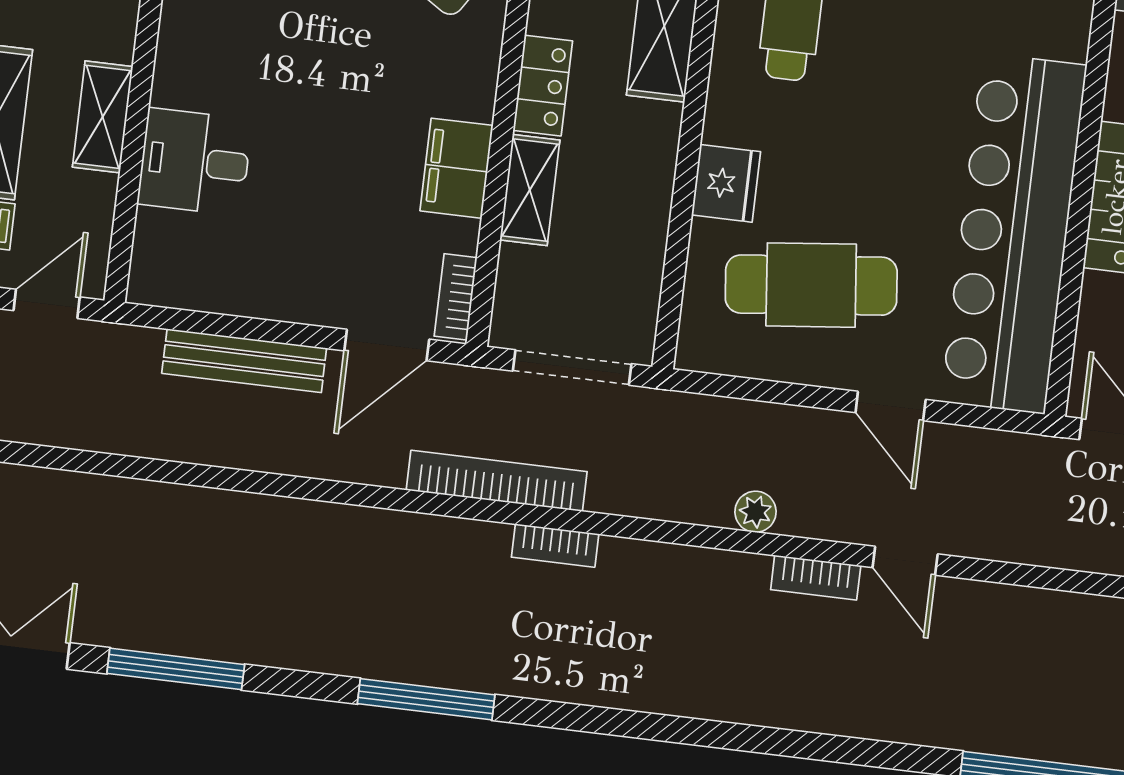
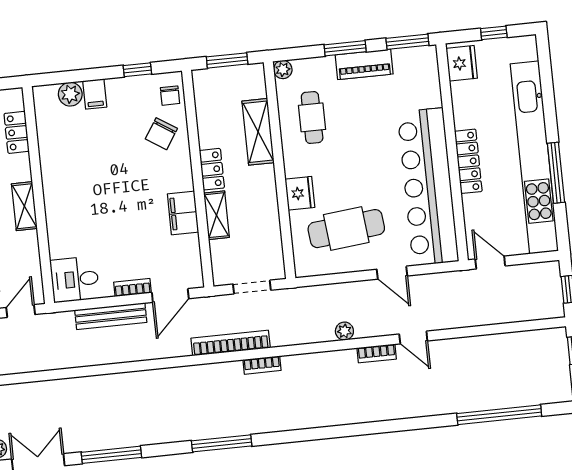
shelving: (103, 117) -> (24, 206), moved
desk: (195, 162) -> (75, 279), moved
bookcase: (456, 297) -> (133, 288), moved, turned 90
doorway: (572, 367) -> (252, 287), width x0.73

